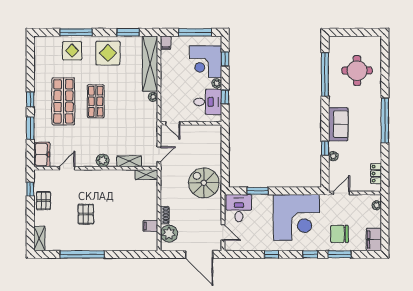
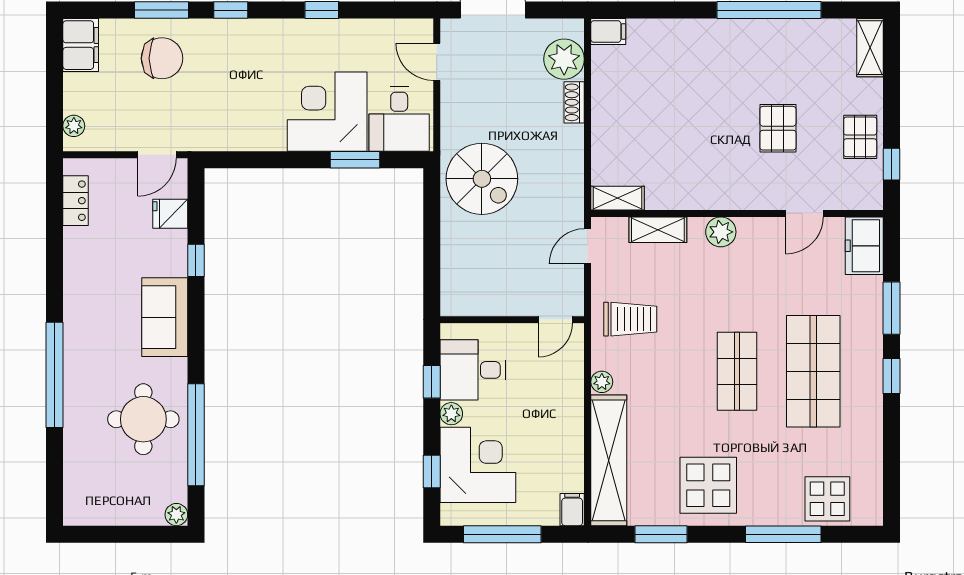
display table: (72, 51) -> (827, 499), moved
round table: (357, 71) -> (143, 419), moved
window: (385, 120) -> (55, 375), moved
trolley: (141, 123) -> (630, 319), added
door: (173, 123) -> (555, 320), swing flipped
plant: (333, 156) -> (176, 515), moved
fridge: (336, 168) -> (170, 214), added
pallet: (86, 214) -> (778, 128), moved
corner desk: (296, 217) -> (327, 112), moved, width x0.74, depth x0.74
filing cabinet: (150, 226) -> (608, 32), moved

